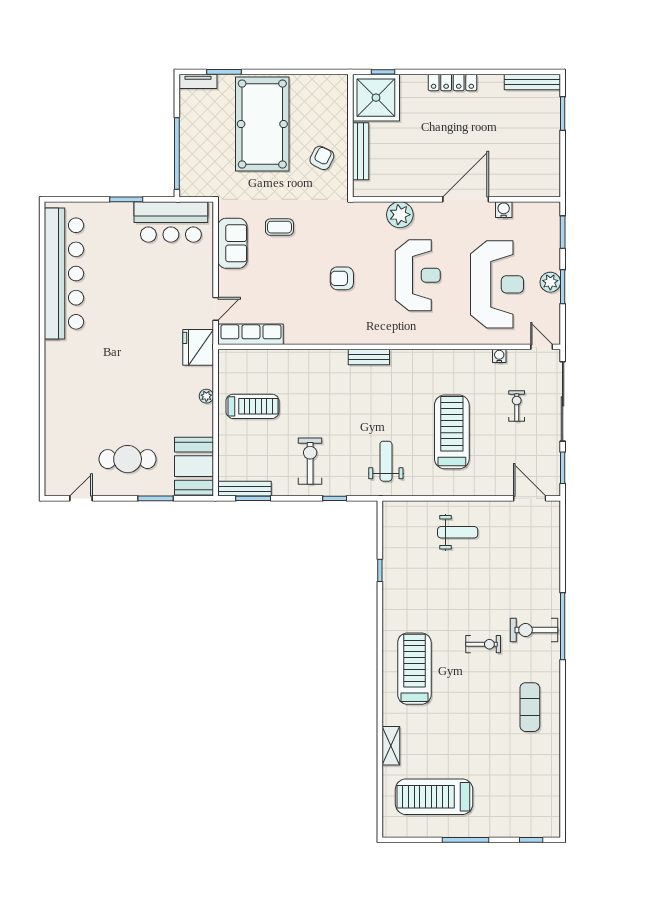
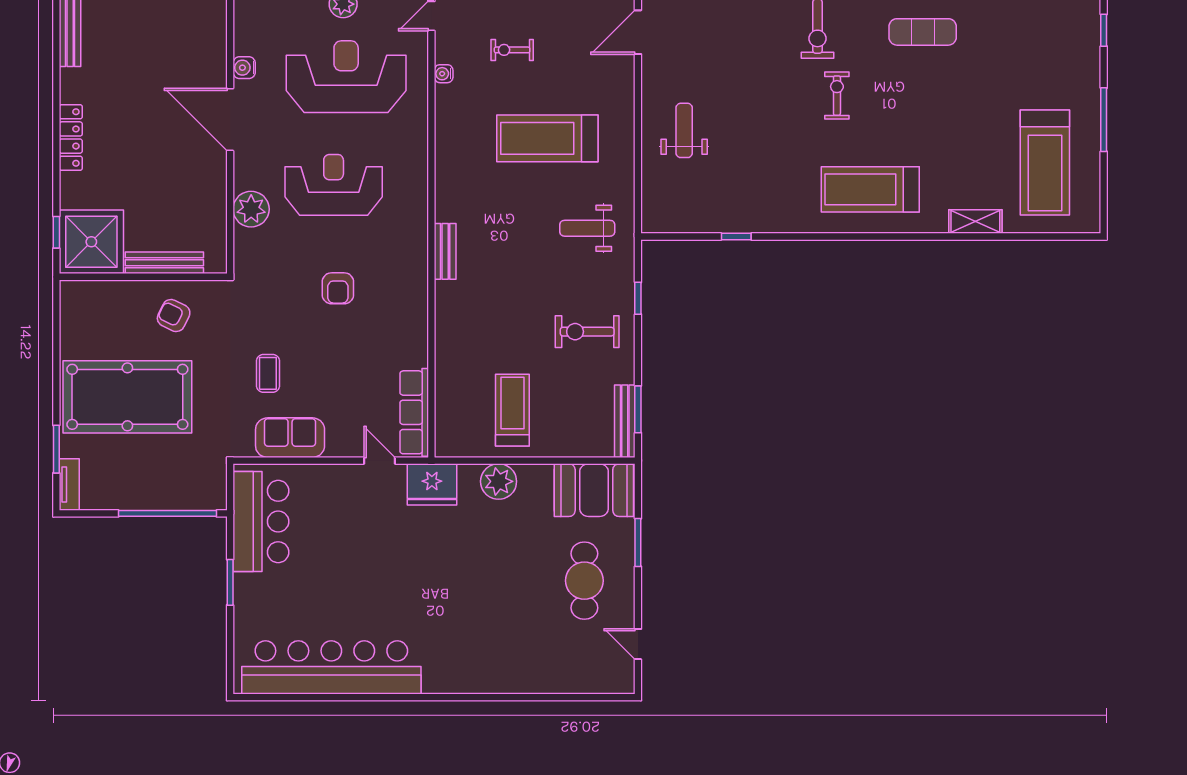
plant: (206, 396) -> (499, 481), width x1.87, depth x1.87

